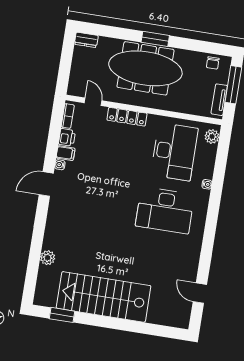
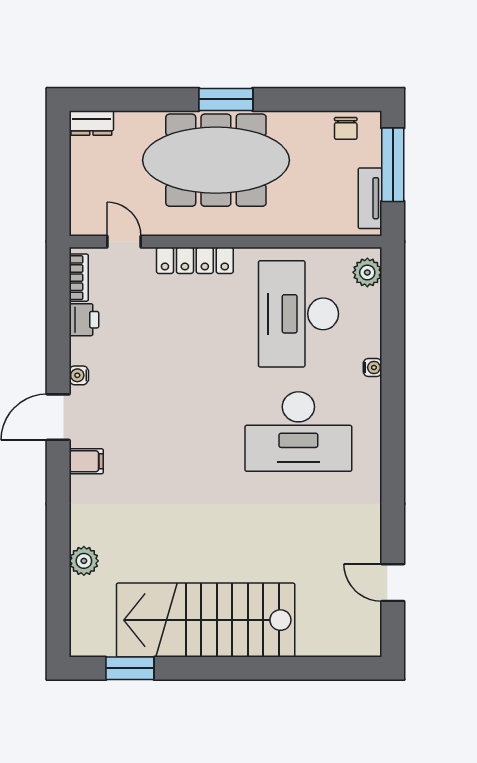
desk: (174, 152) -> (298, 314), turned 180
filing cabinet: (66, 153) -> (86, 461), moved

